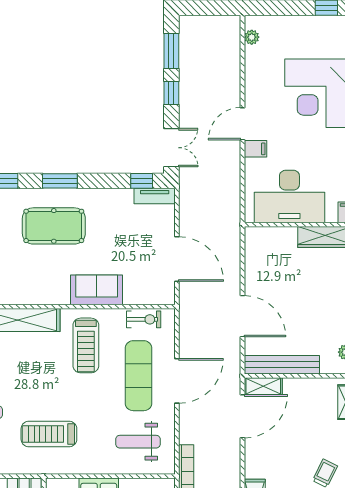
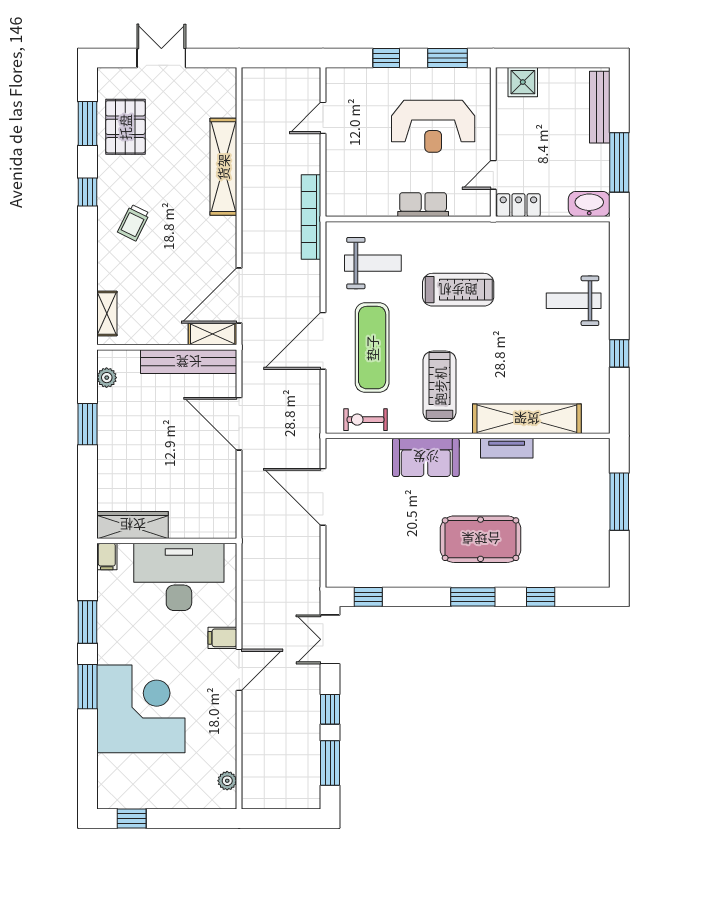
tv unit: (155, 196) -> (507, 448), moved, turned 180
treadmill: (49, 434) -> (458, 290), moved

